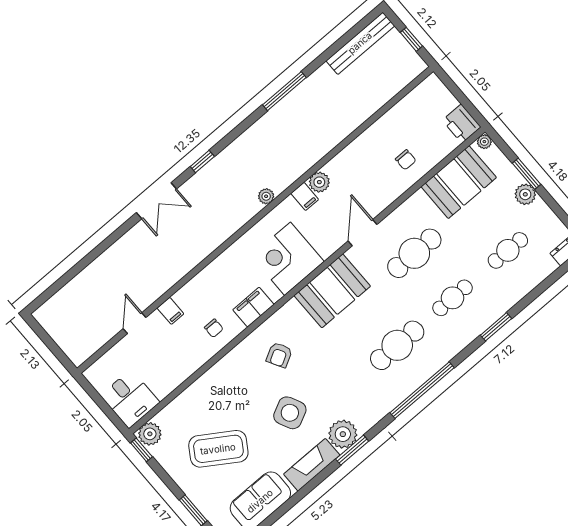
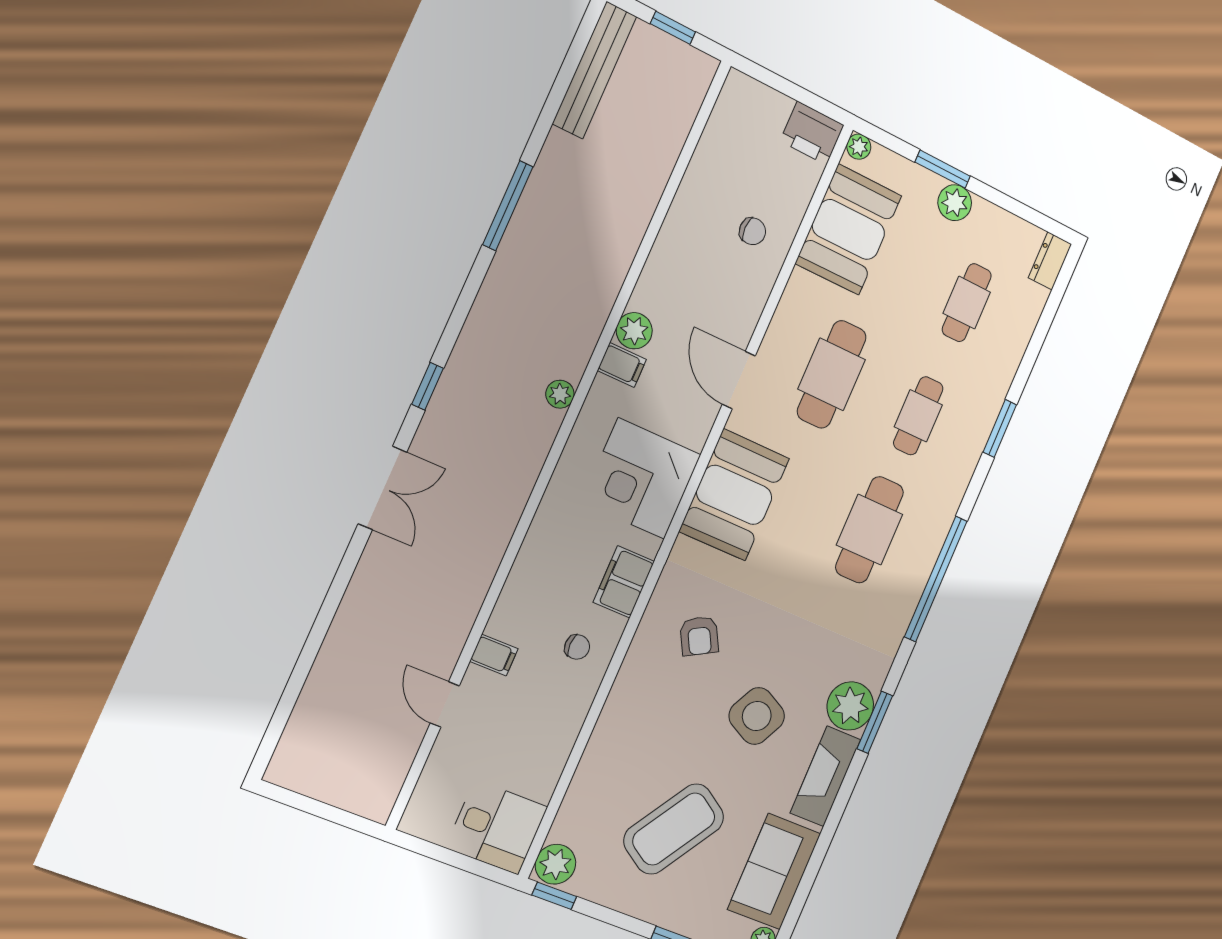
side table: (290, 413) -> (757, 716), turned -37

